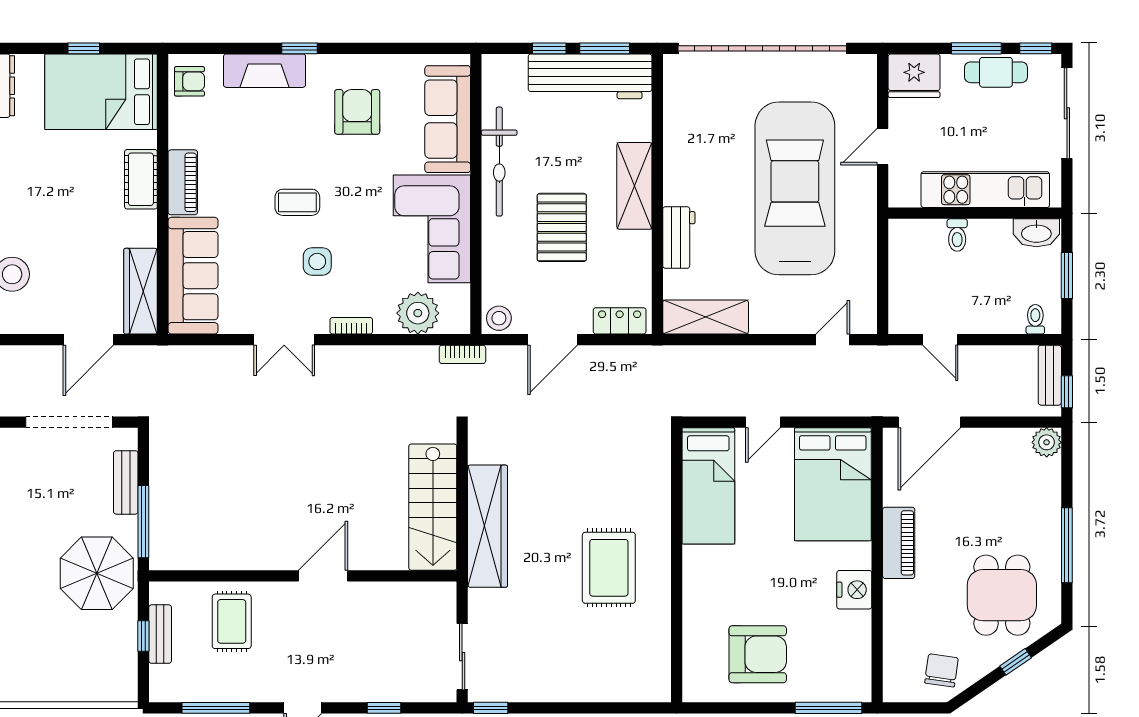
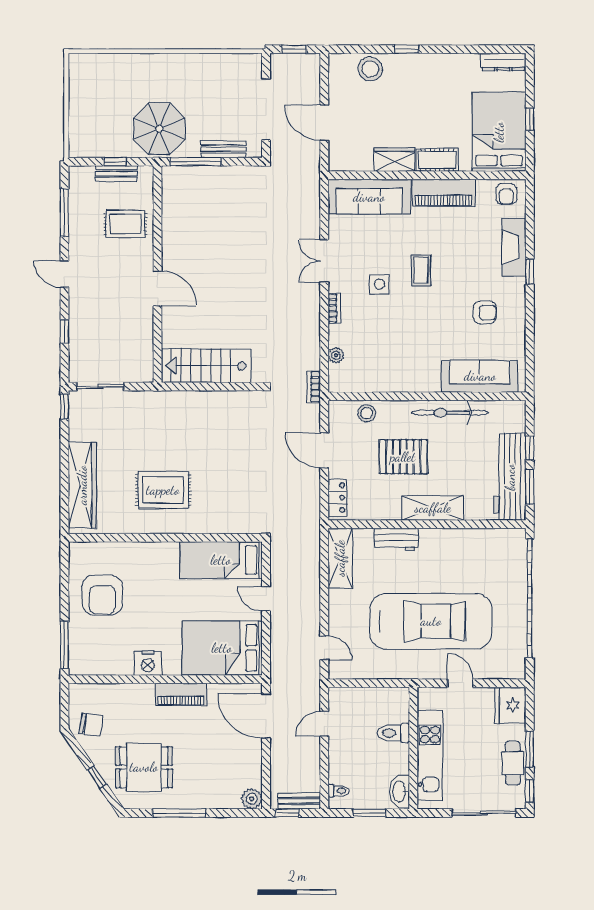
armchair: (357, 112) -> (485, 312), width x0.72, depth x0.72
piano: (183, 182) -> (444, 193), width x1.37, depth x1.33
corner sofa: (432, 229) -> (402, 365), removed
toilet: (957, 235) -> (394, 733), width x1.37, depth x1.39
wardrobe: (141, 291) -> (394, 160), moved, width x0.67
plant: (418, 313) -> (336, 355), width x0.53, depth x0.53
stool: (499, 318) -> (367, 413), moved
wardrobe: (488, 526) -> (82, 485), moved, turned -90

